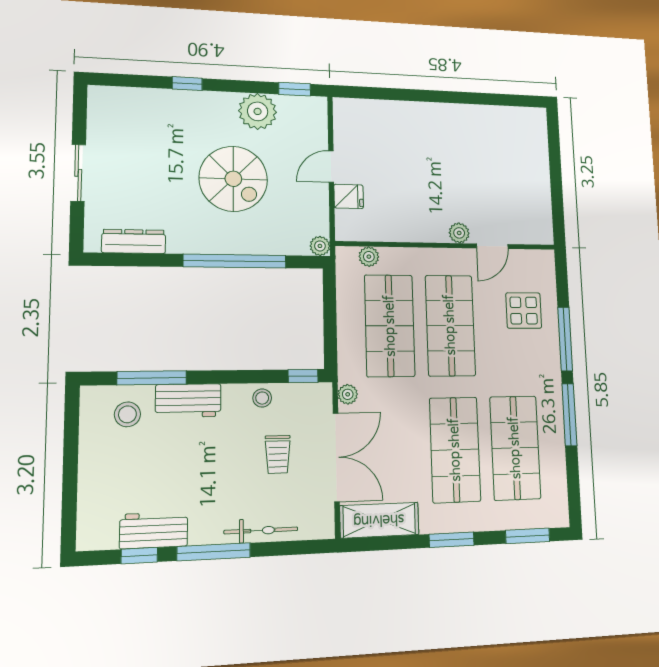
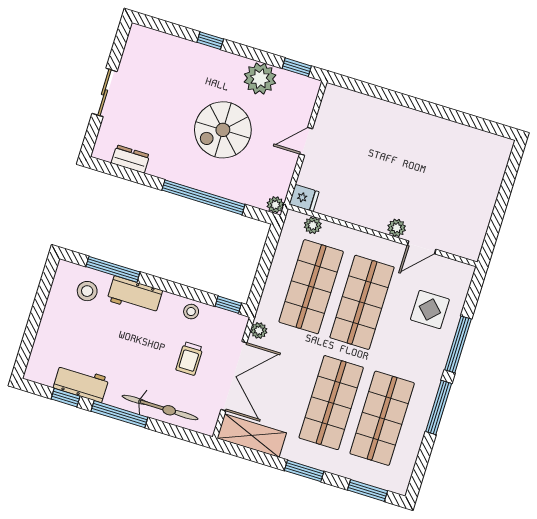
spiral stairs: (233, 179) -> (223, 130), turned 90
fridge: (349, 196) -> (304, 198), moved
dresser: (134, 241) -> (130, 159), width x0.70
bicycle: (261, 530) -> (160, 407), width x1.37, depth x1.40

